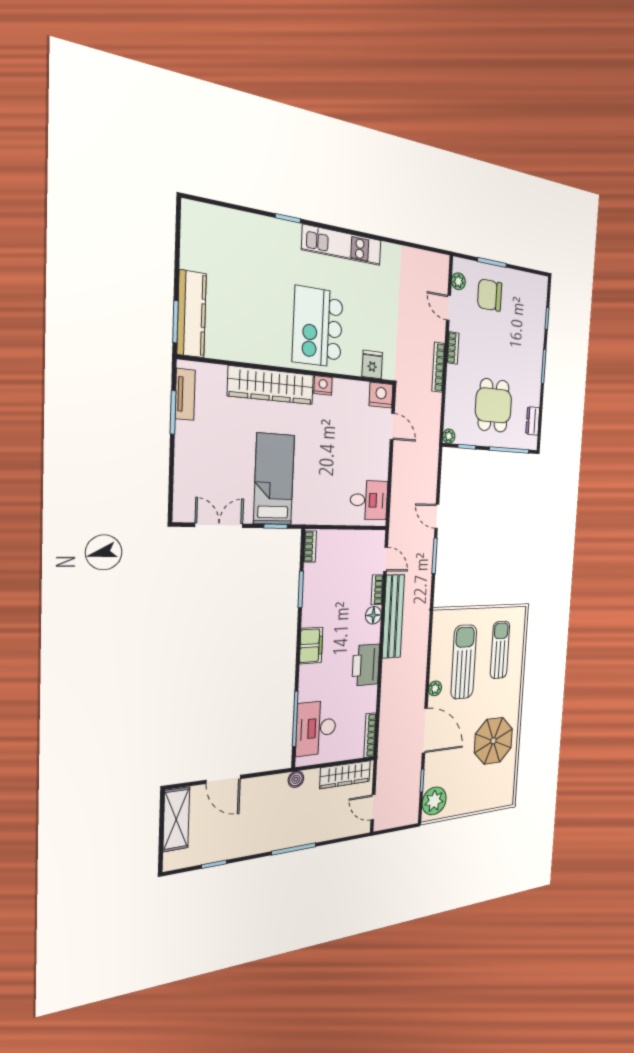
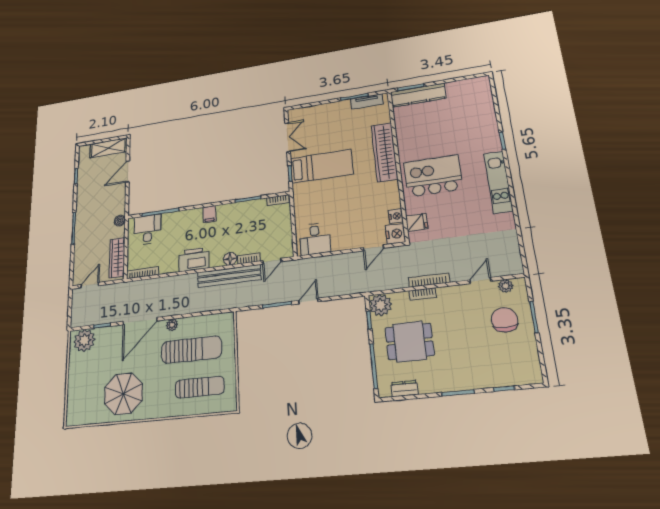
bookcase: (453, 348) -> (423, 294), moved
nightstand: (323, 385) -> (396, 216), moved
plant: (449, 436) -> (381, 305), width x1.88, depth x1.88
filing cabinet: (311, 646) -> (209, 214), width x0.50
desk: (316, 728) -> (148, 230), width x0.73

